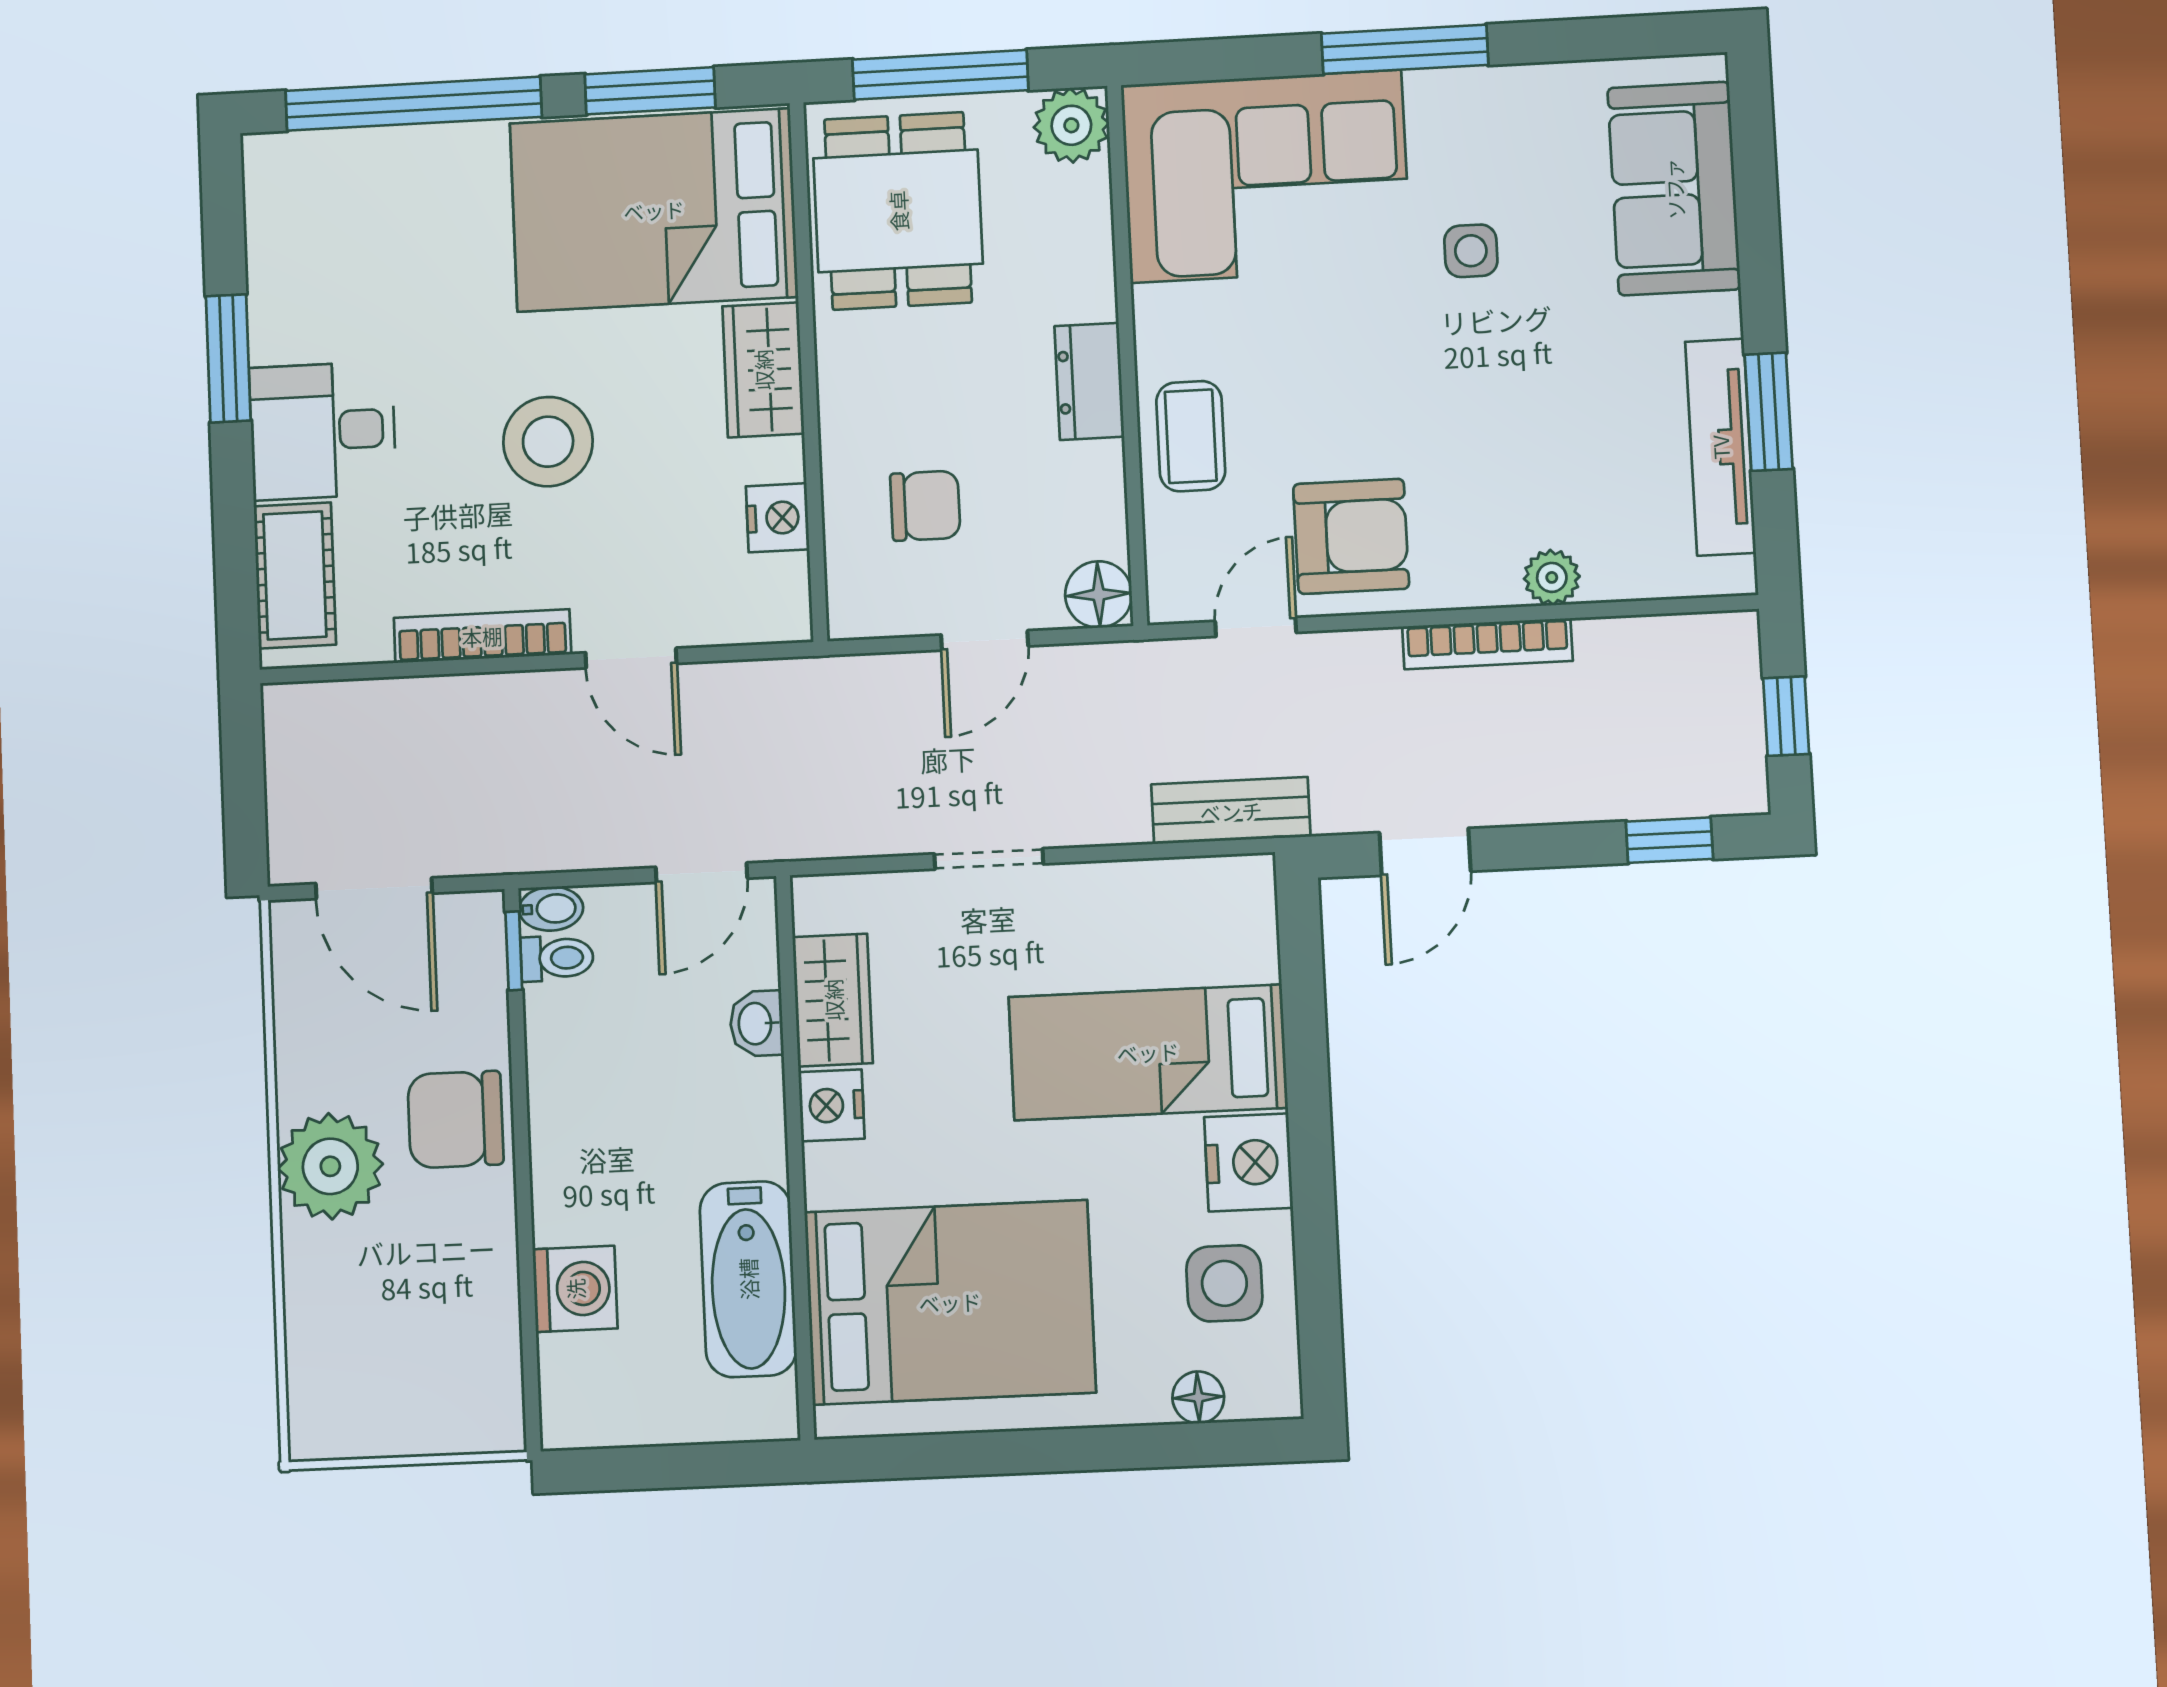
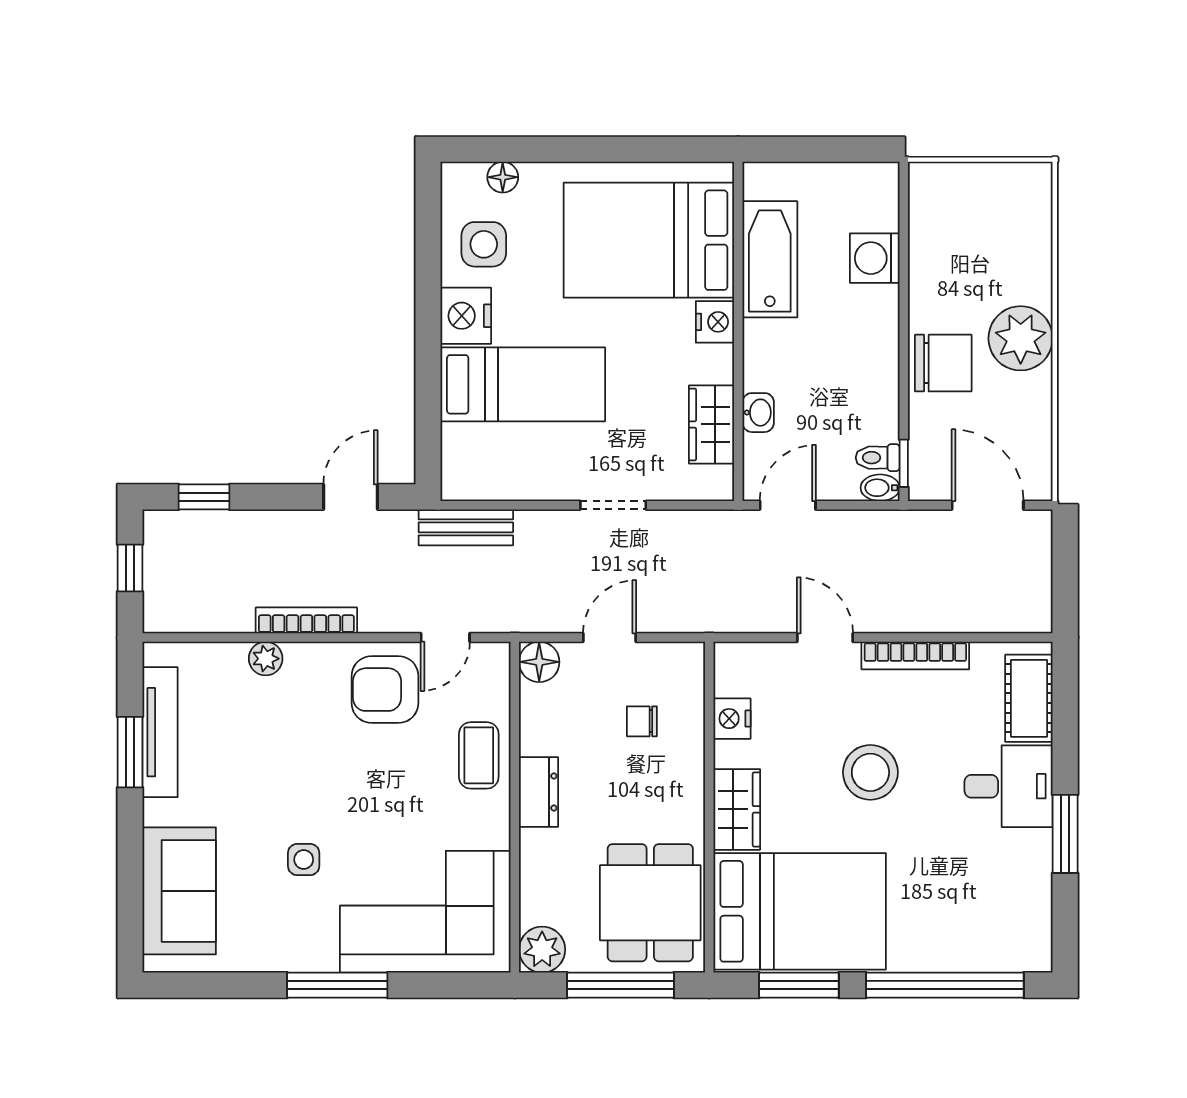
chair: (925, 506) -> (642, 721), width x0.73, depth x0.73
nightstand: (831, 1105) -> (715, 322), moved

